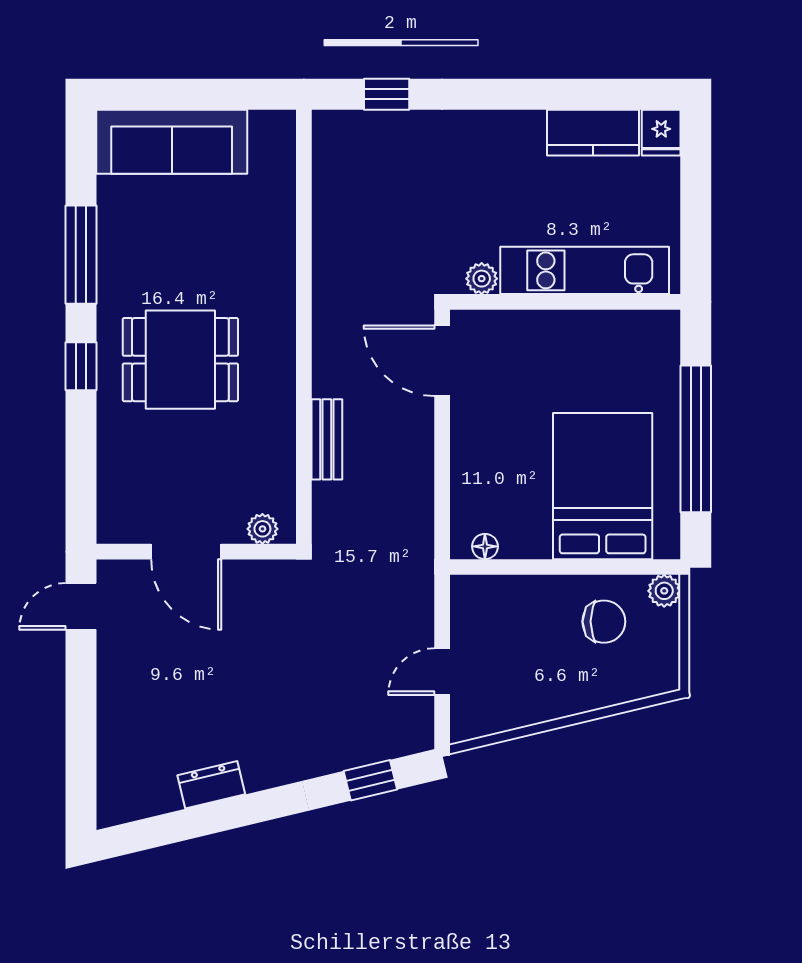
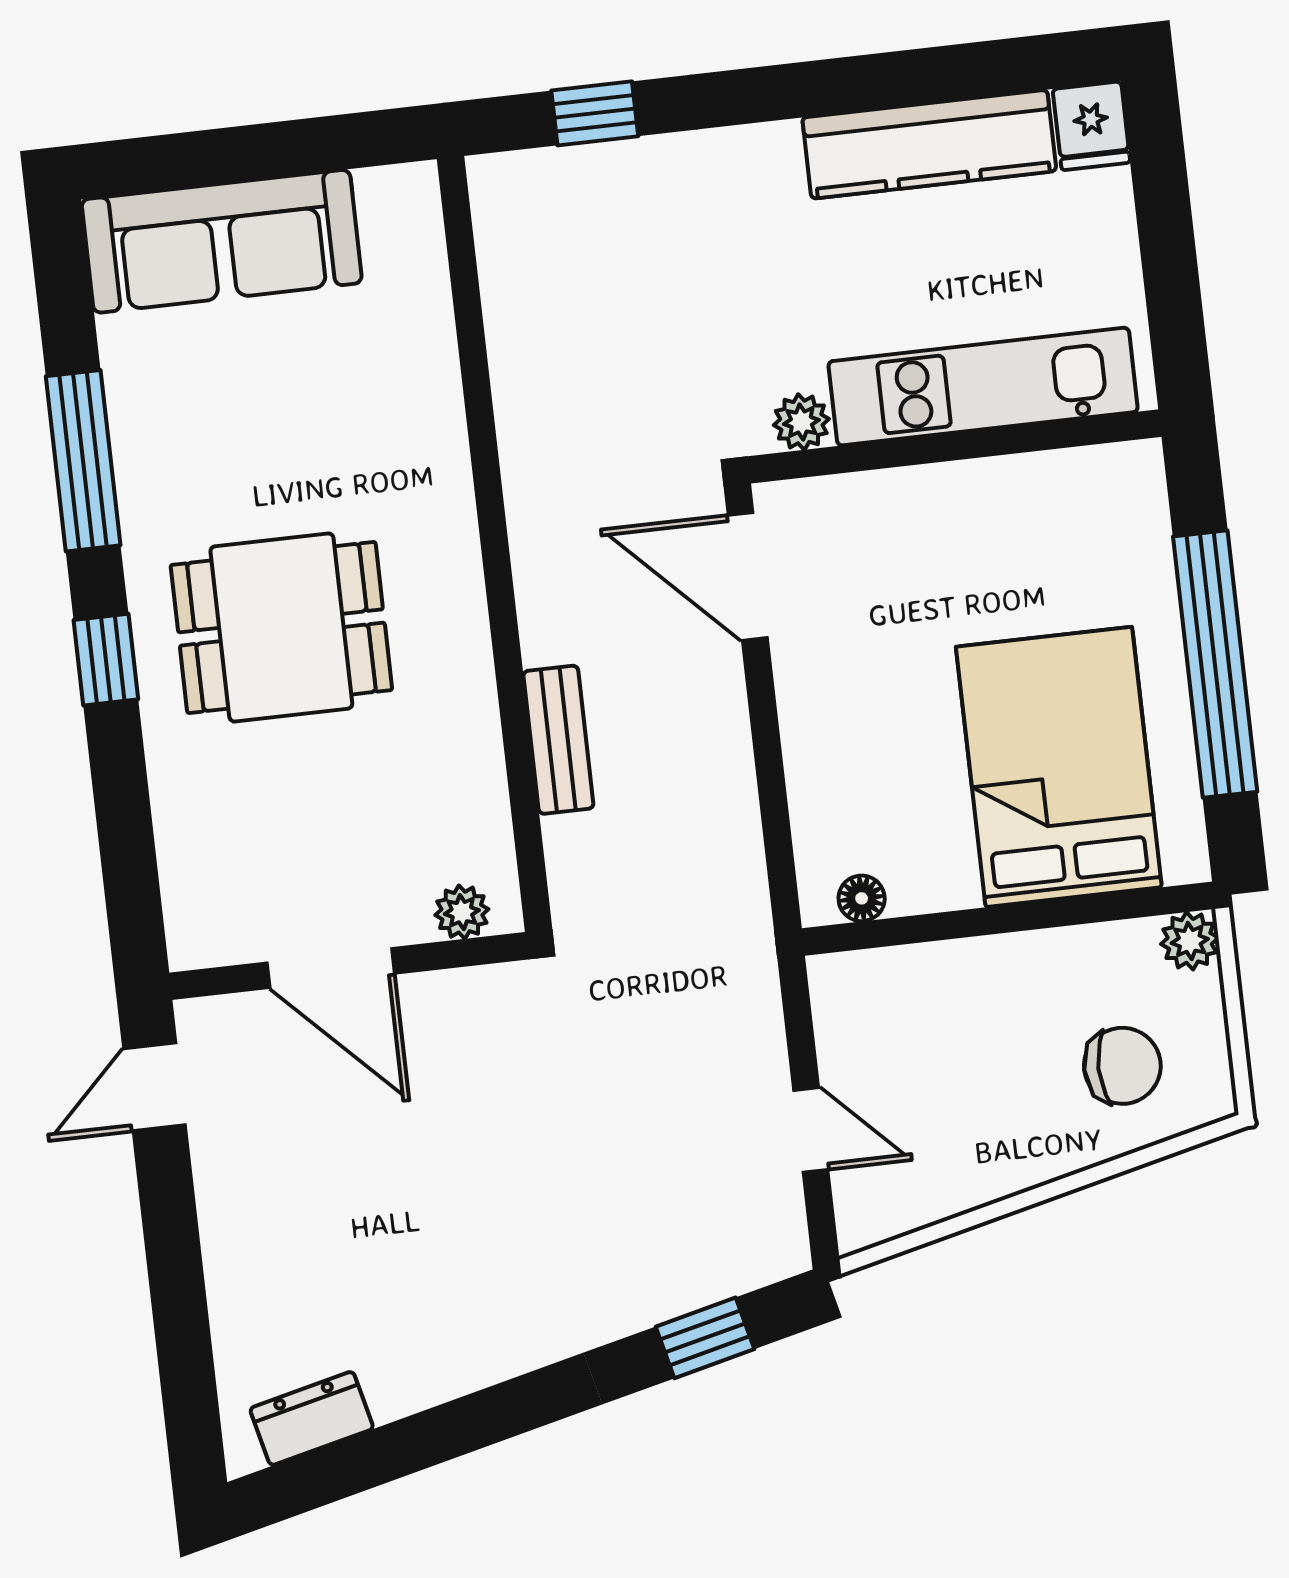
kitchen counter: (593, 133) -> (929, 144), width x1.50
chair: (604, 622) -> (1122, 1066), moved
door: (442, 672) -> (811, 1130), swing flipped
dresser: (211, 785) -> (312, 1418), moved

